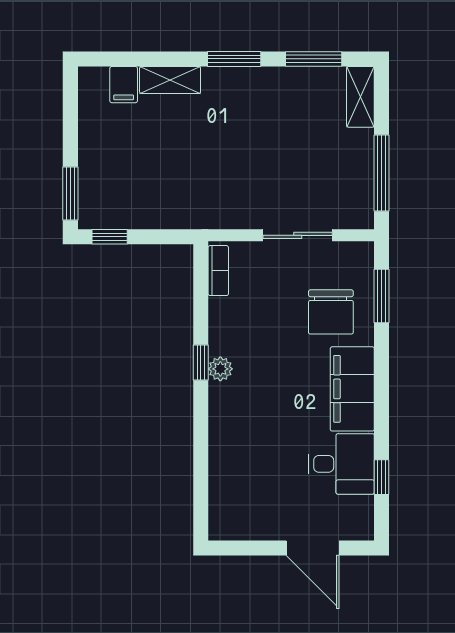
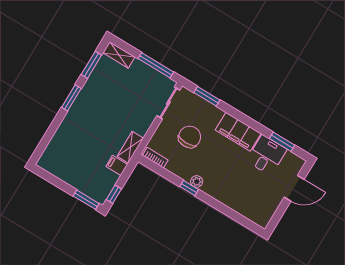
shelving: (170, 80) -> (130, 147), moved
filing cabinet: (124, 85) -> (117, 165), moved, turned 180
sliding door: (298, 235) -> (168, 103), moved
chair: (331, 312) -> (190, 137), moved, turned -90
window: (382, 477) -> (282, 142), width x1.50

